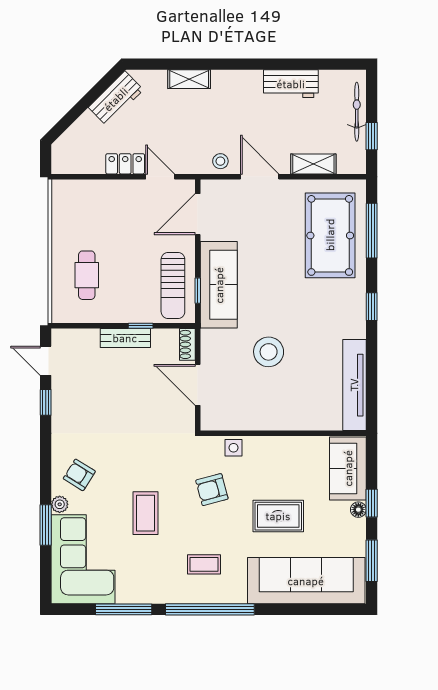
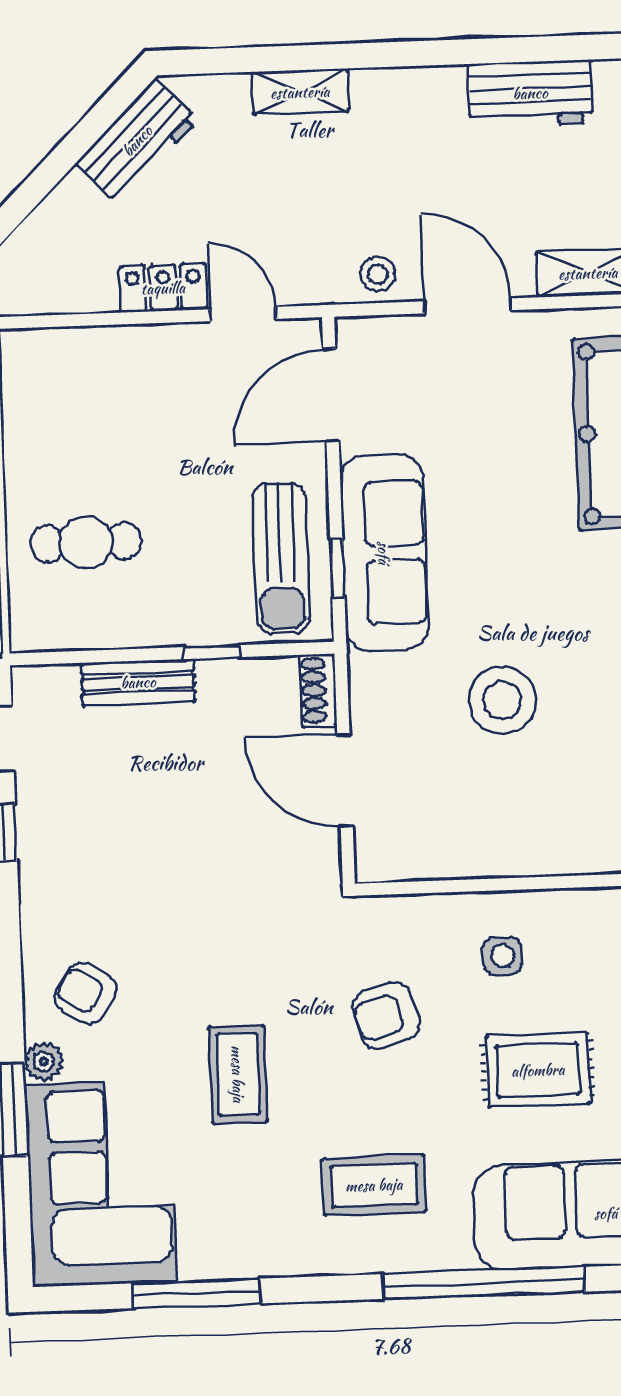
cafe table: (87, 275) -> (86, 542), turned 90
bench: (125, 338) -> (138, 682), moved
side table: (234, 448) -> (502, 956), moved
coffee table: (204, 564) -> (374, 1185), width x1.36, depth x1.30
window: (210, 609) -> (484, 1283), moved

